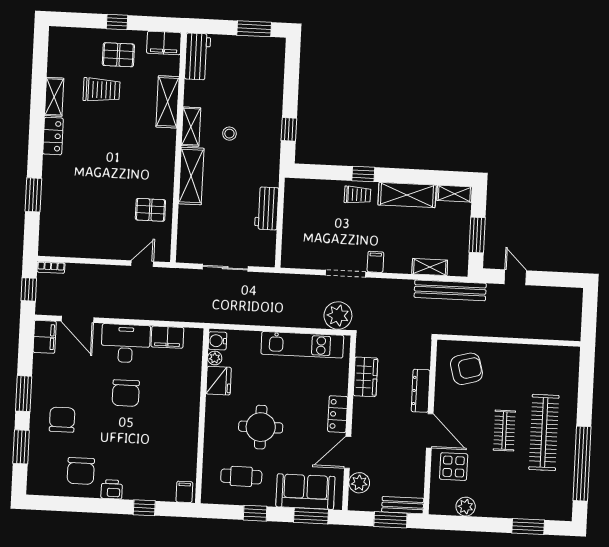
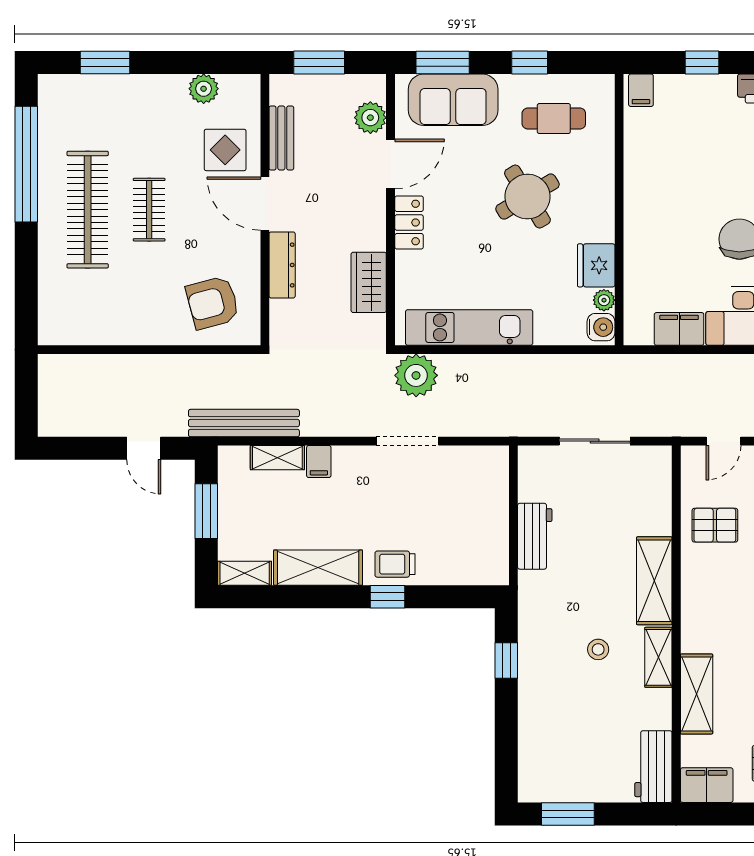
filing cabinet: (375, 262) -> (319, 461), moved
round table: (261, 427) -> (527, 197), turned -31
bench: (403, 505) -> (281, 138), moved, turned 90

